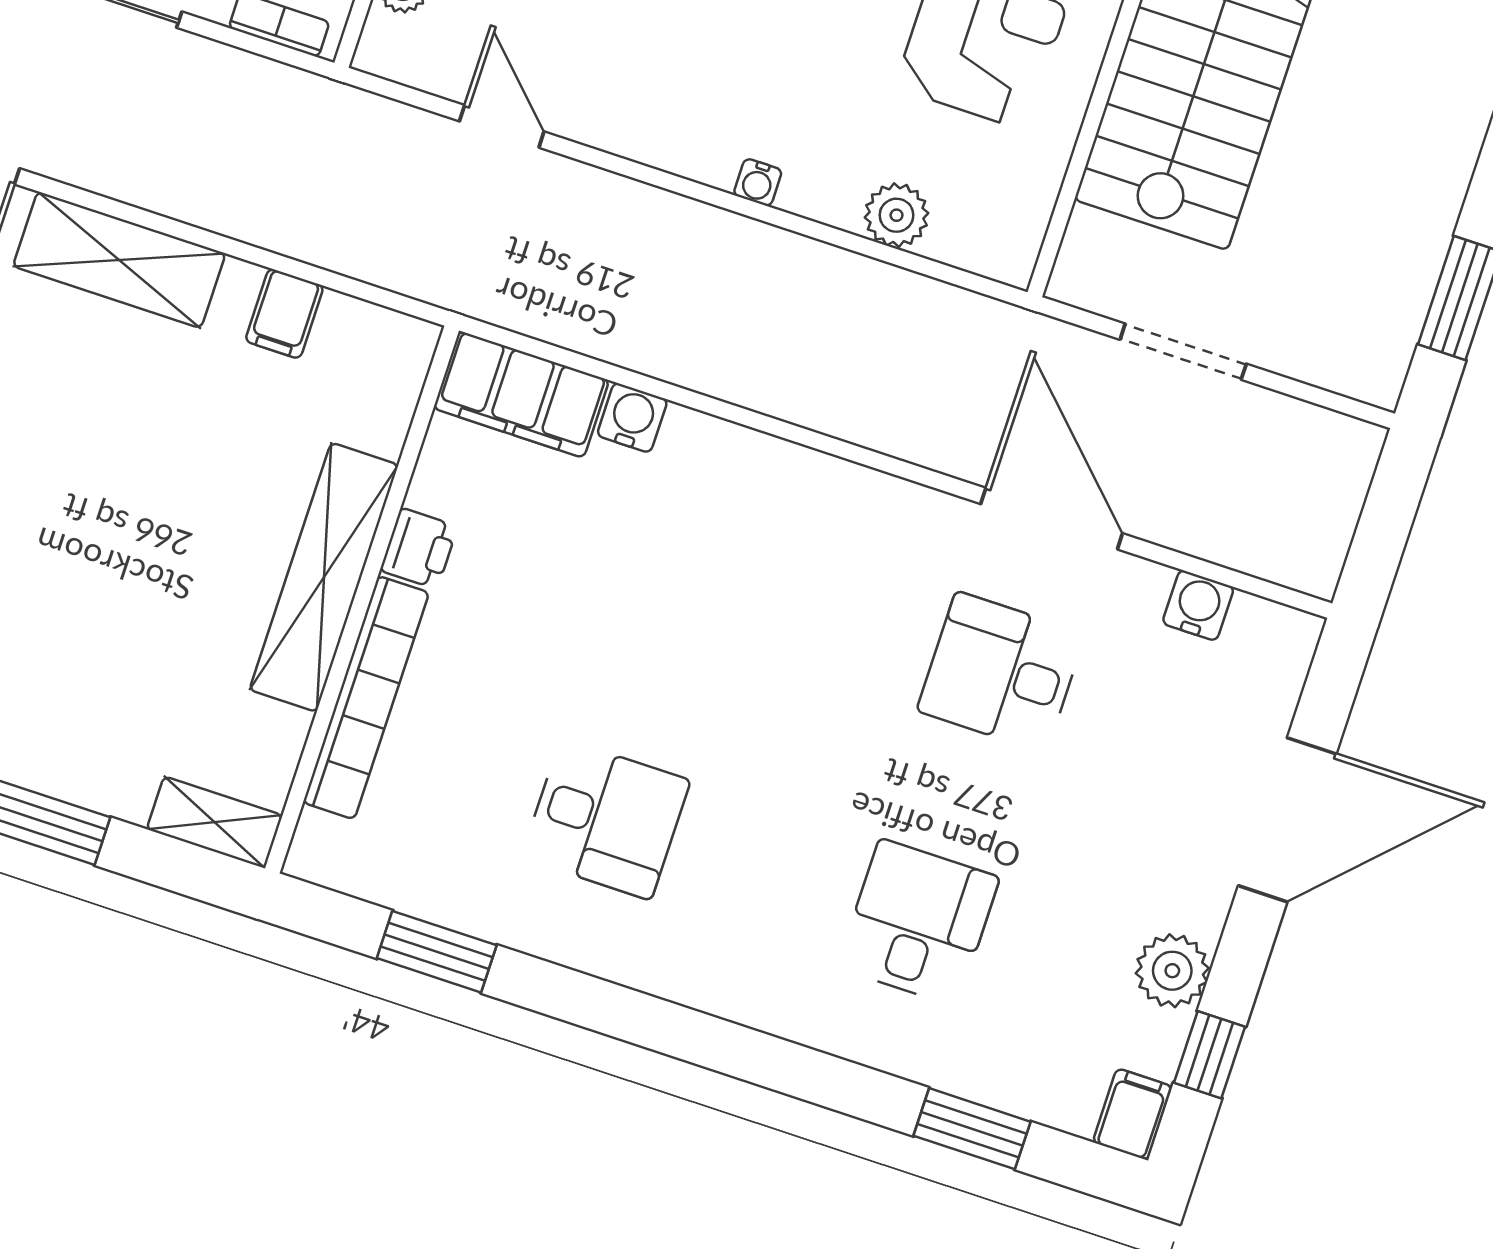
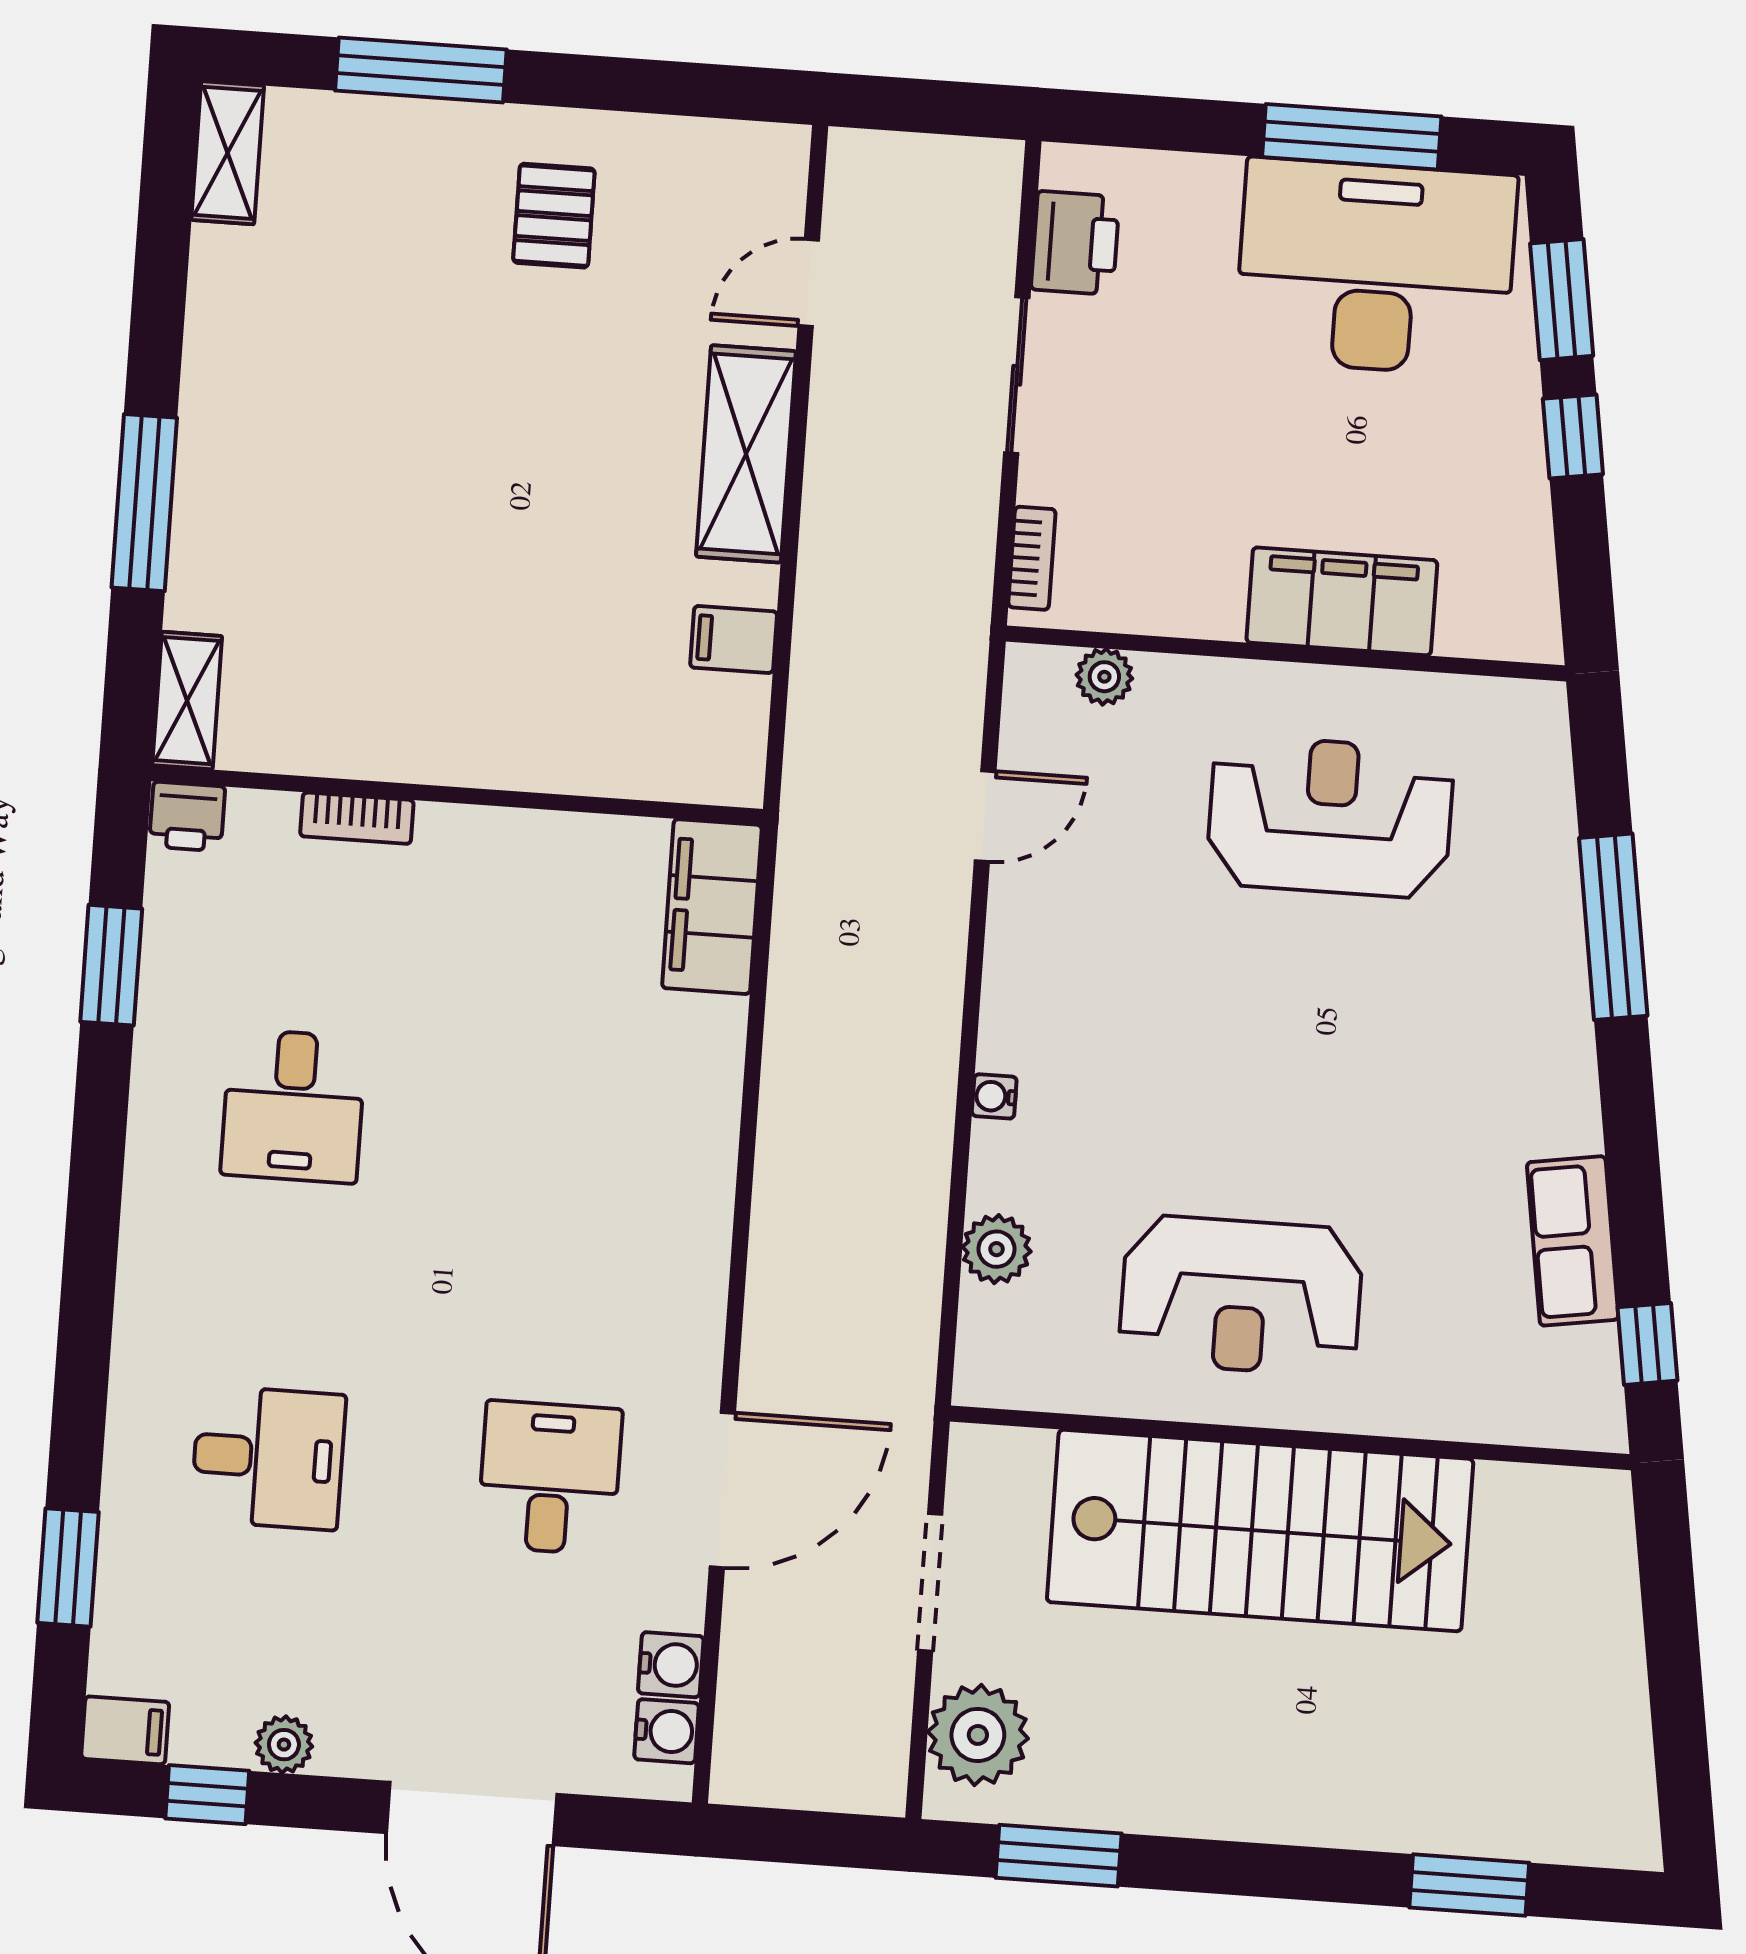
plant: (1332, 343) -> (978, 1735), added
water cooler: (632, 418) -> (667, 1731), moved
printer: (419, 548) -> (187, 817), moved
shelving: (324, 577) -> (470, 750), removed
bookcase: (366, 698) -> (357, 818), width x0.43, depth x0.76
plant: (1172, 971) -> (284, 1745), width x0.73, depth x0.73

